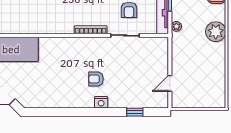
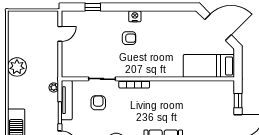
plant: (216, 32) -> (17, 67), moved
nightstand: (101, 102) -> (135, 16), moved

